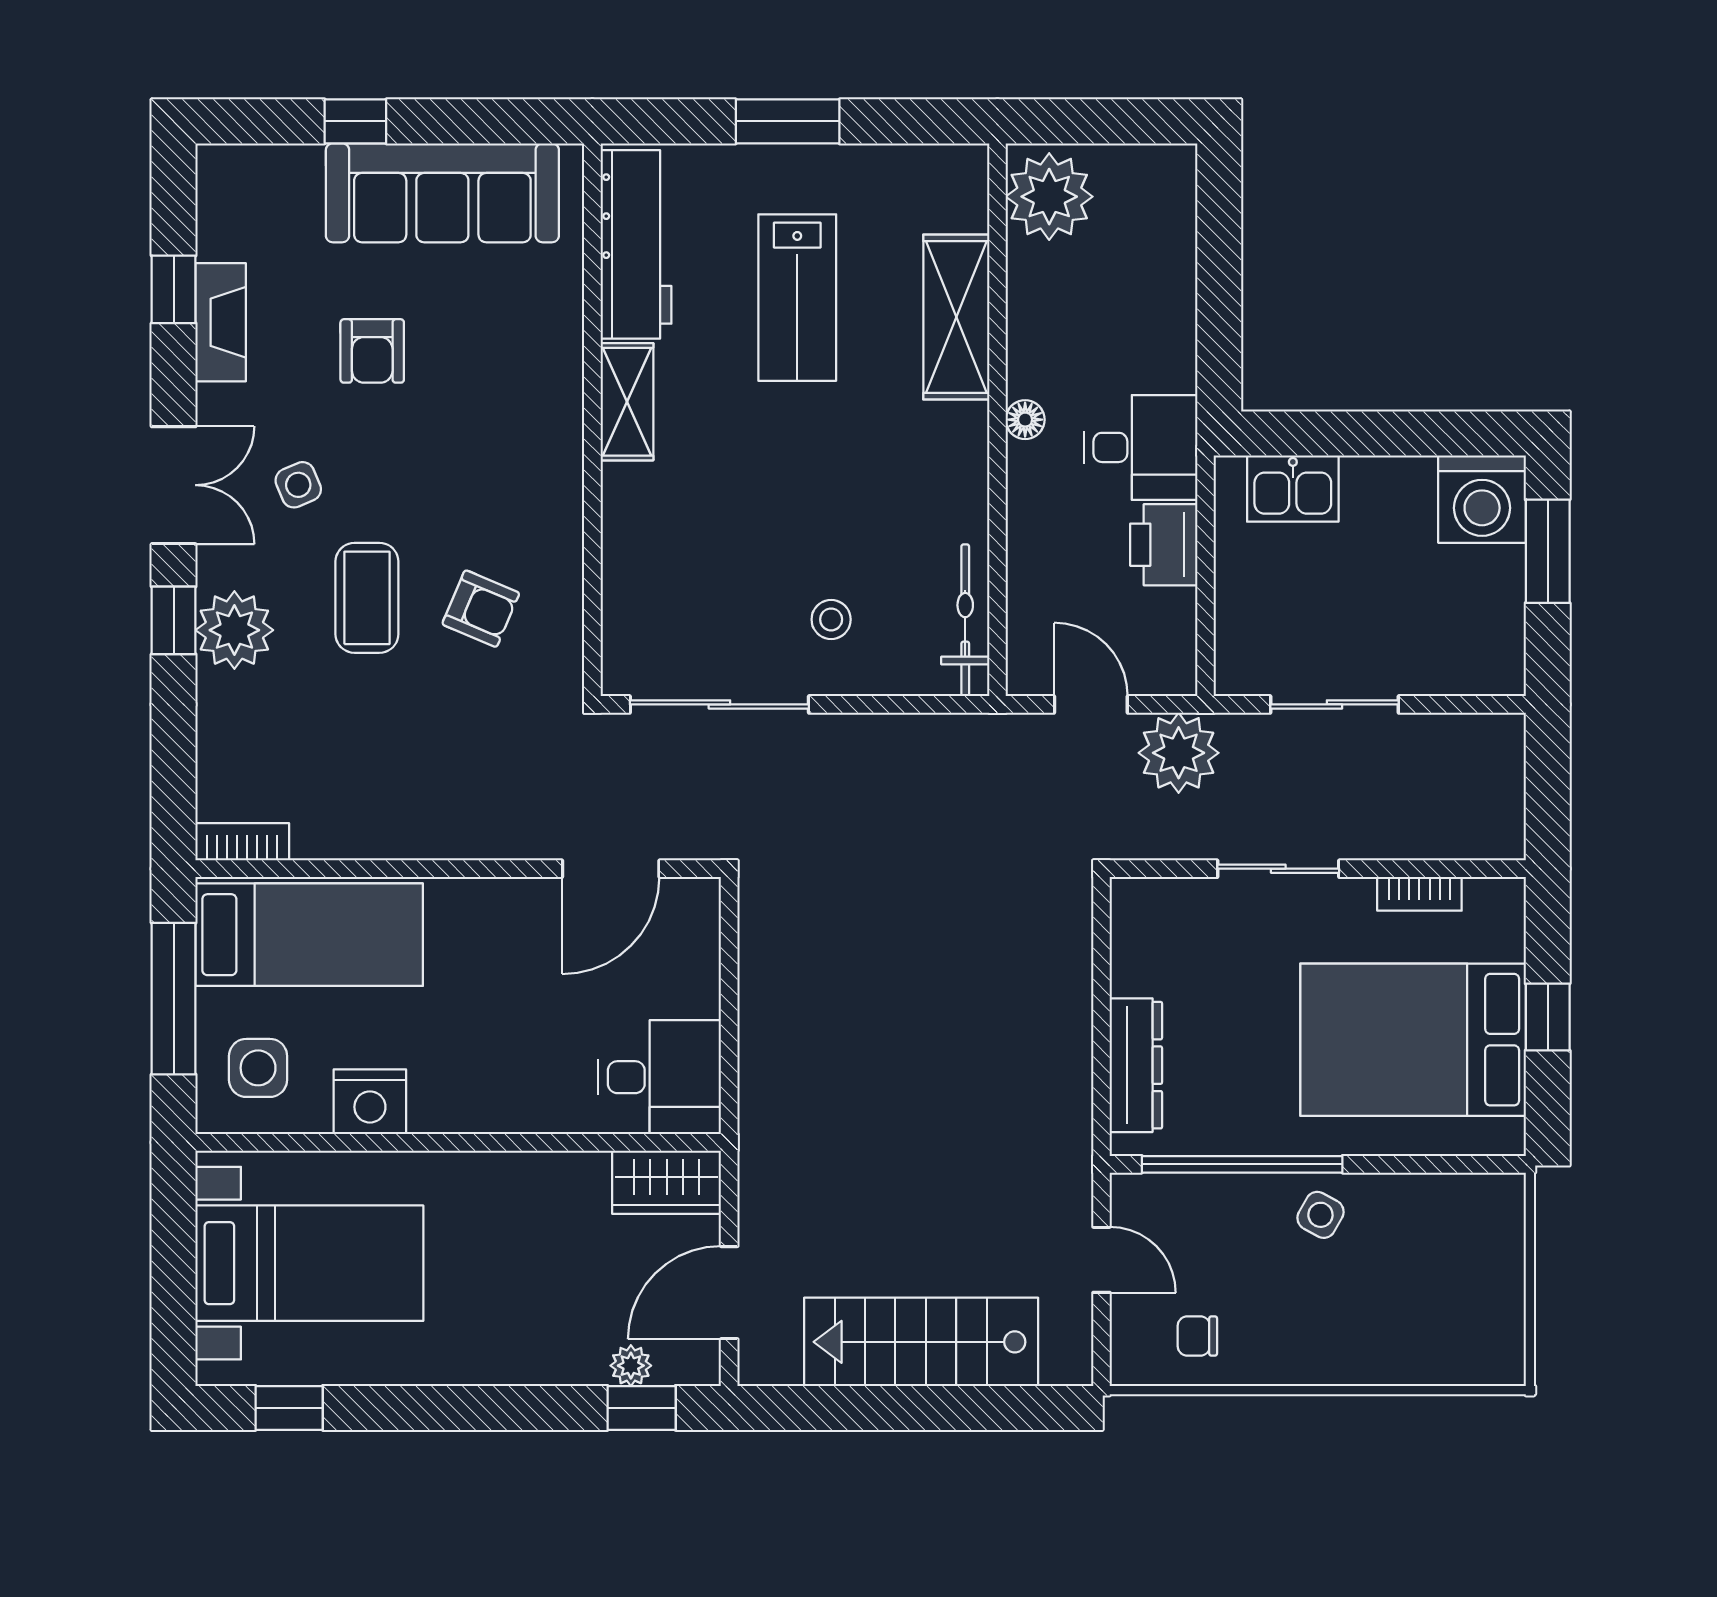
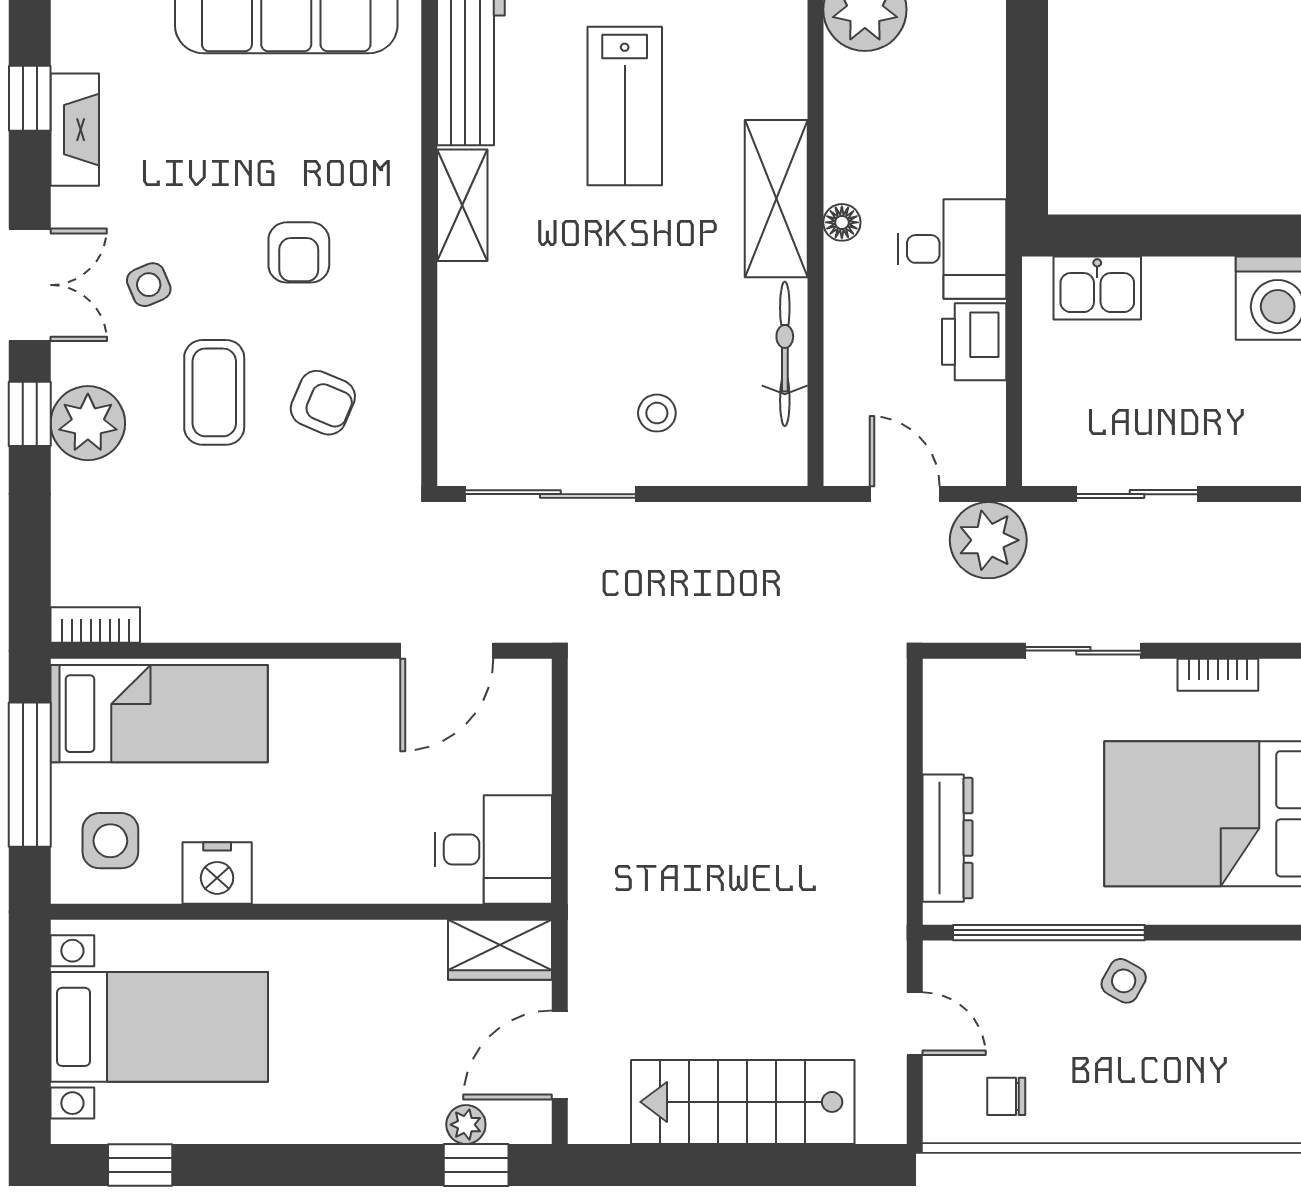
shelving: (956, 317) -> (776, 199), moved
armchair: (372, 351) -> (299, 252), moved
bicycle: (965, 620) -> (785, 354), moved

